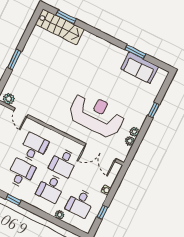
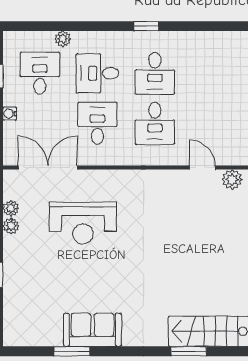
window: (66, 17) -> (189, 351), moved
sofa: (140, 68) -> (93, 330), moved
reception desk: (97, 115) -> (83, 223), width x0.74, depth x0.77
desk: (51, 188) -> (97, 73), turned -90

